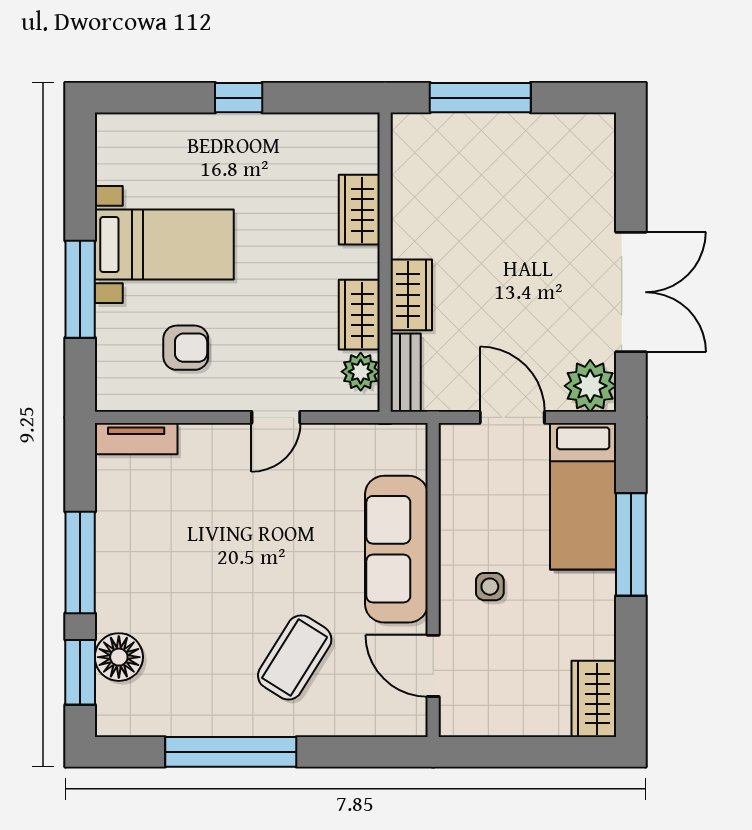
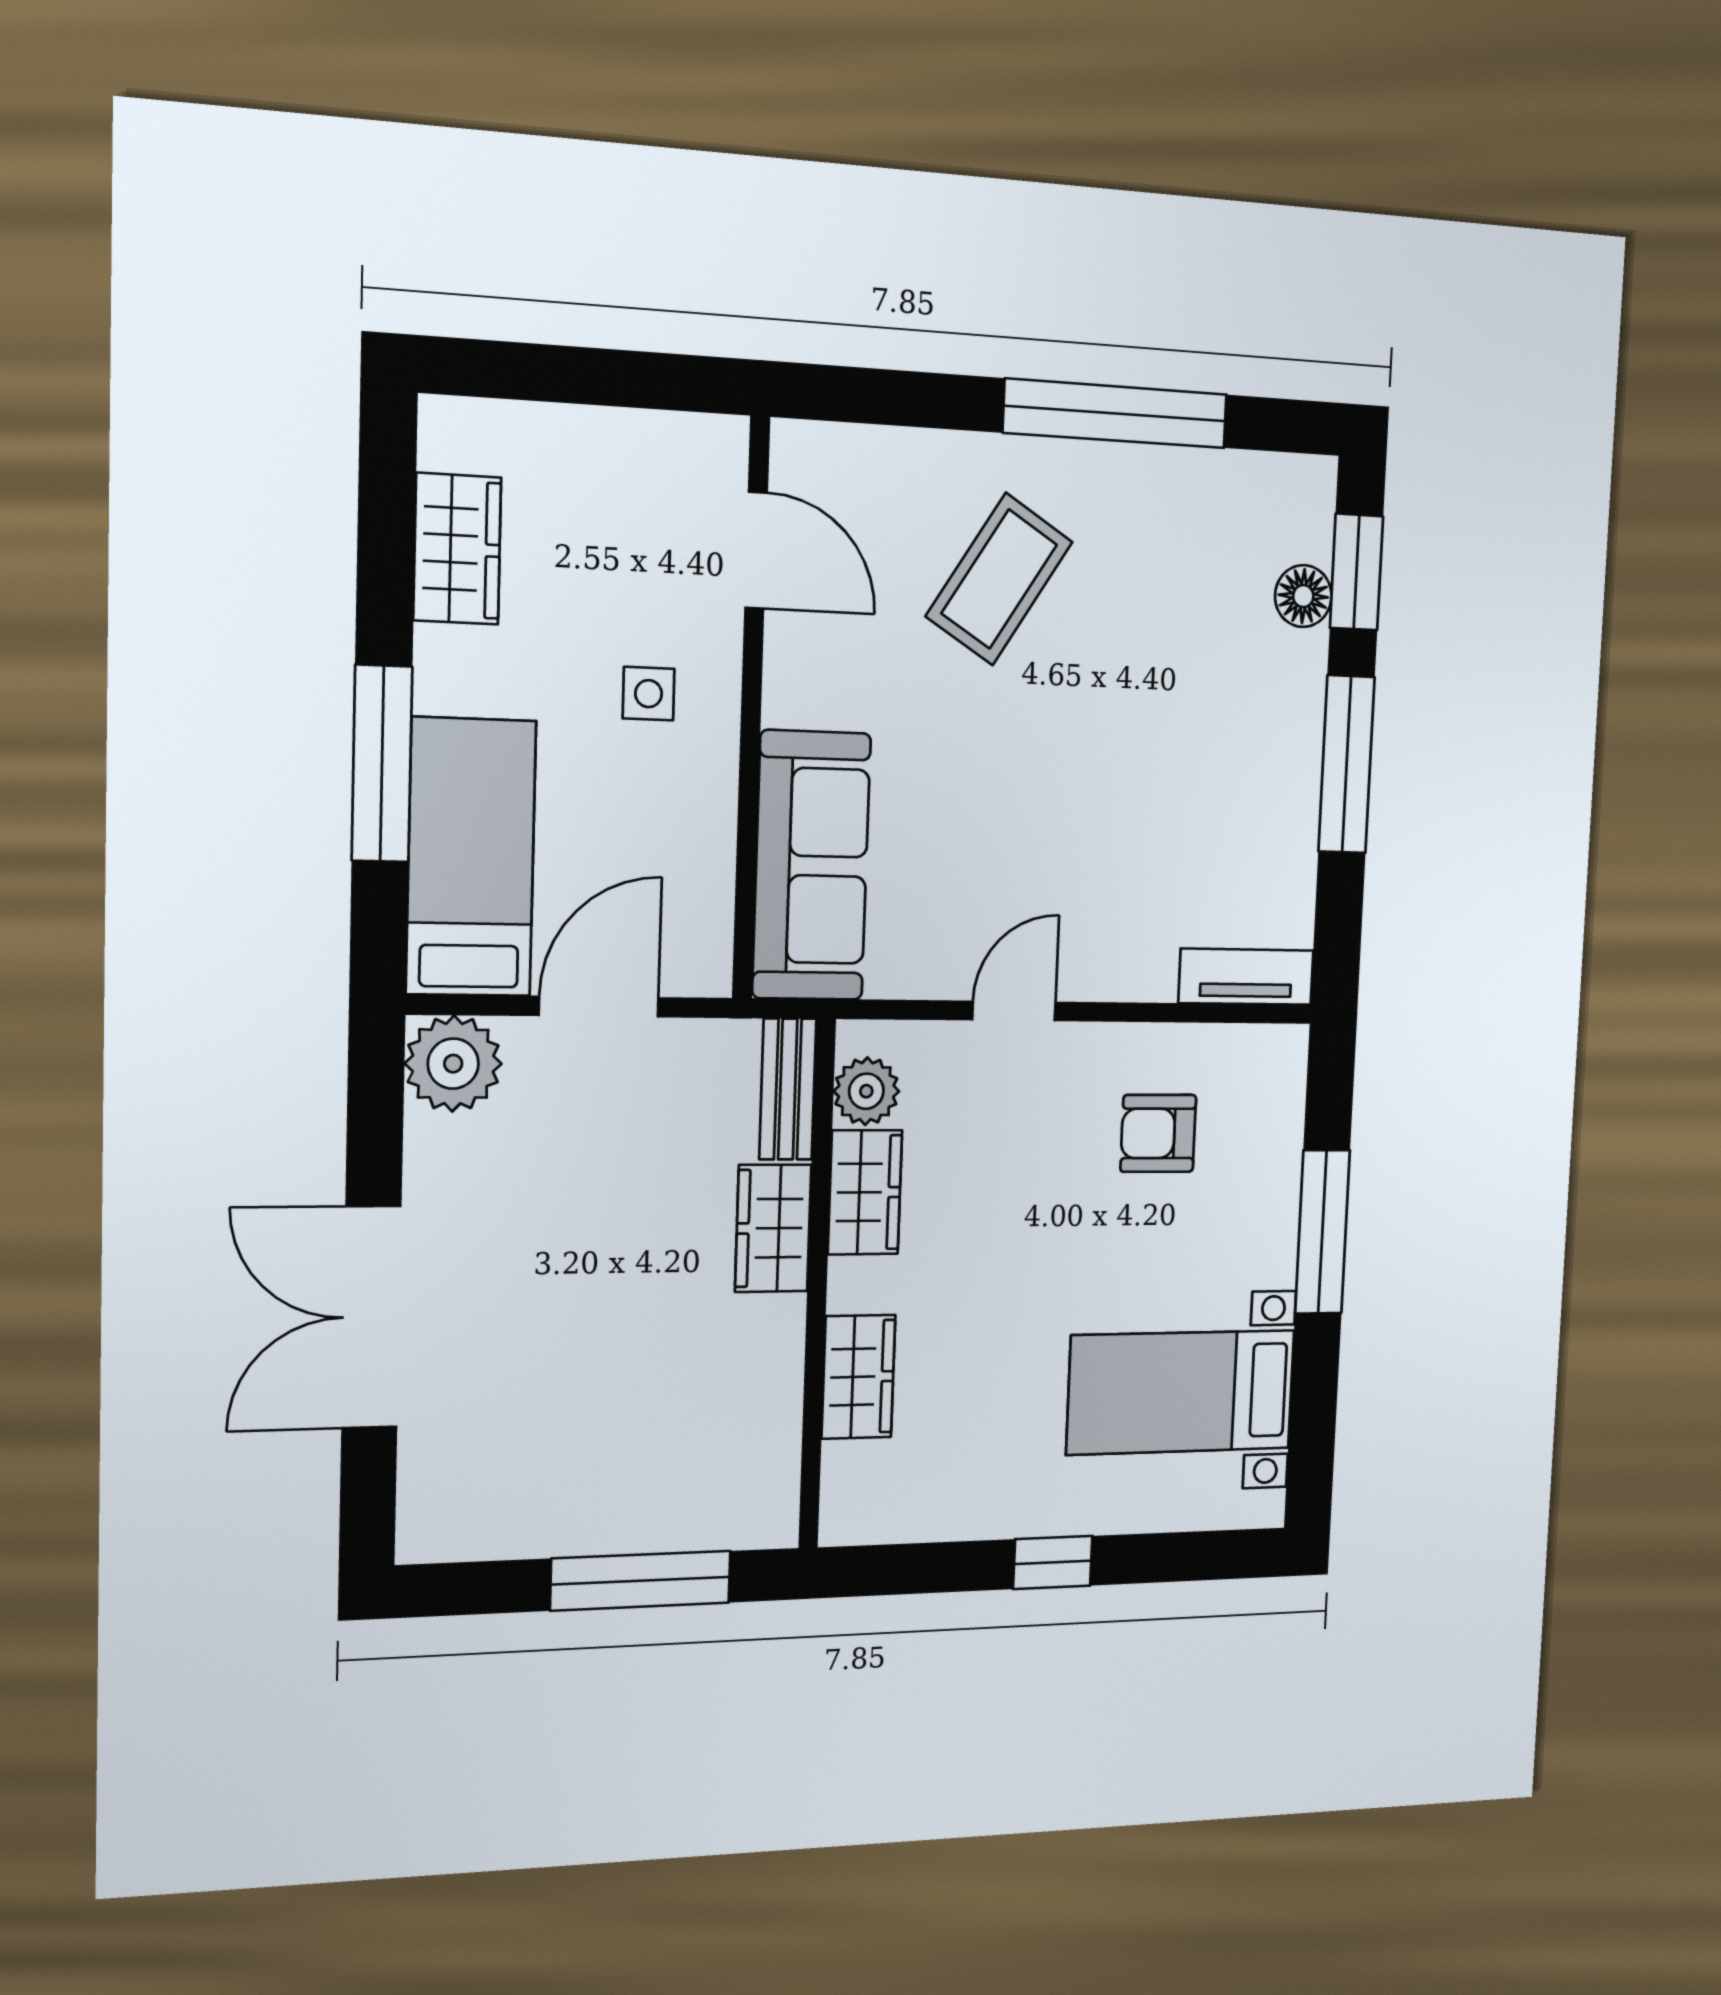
bed with nightstands: (164, 245) -> (1181, 1392), moved
double door: (631, 292) -> (371, 1317), moved
door: (512, 417) -> (599, 1007), swing flipped
sofa: (396, 549) -> (811, 866), moved
floor lamp: (119, 657) -> (1303, 596), width x0.73, depth x0.73
wardrobe: (594, 699) -> (457, 549), moved

